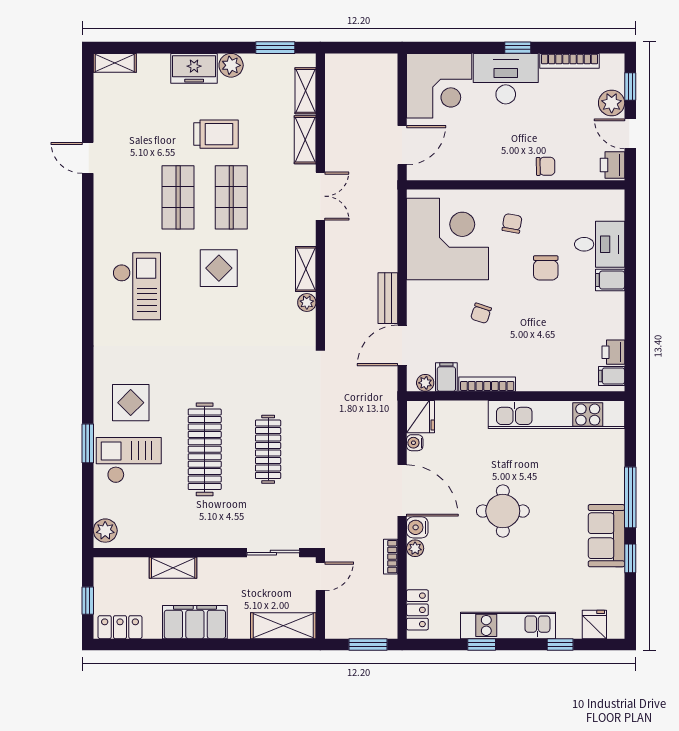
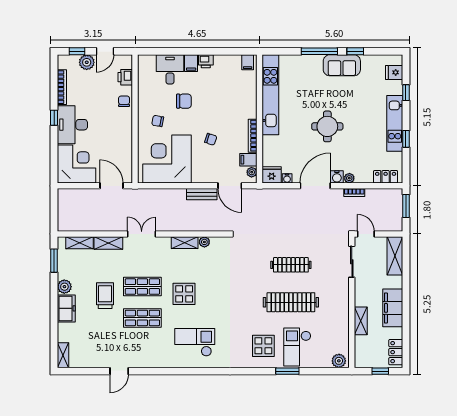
printer: (612, 165) -> (125, 77), moved, turned 90
printer: (613, 352) -> (206, 61), moved

